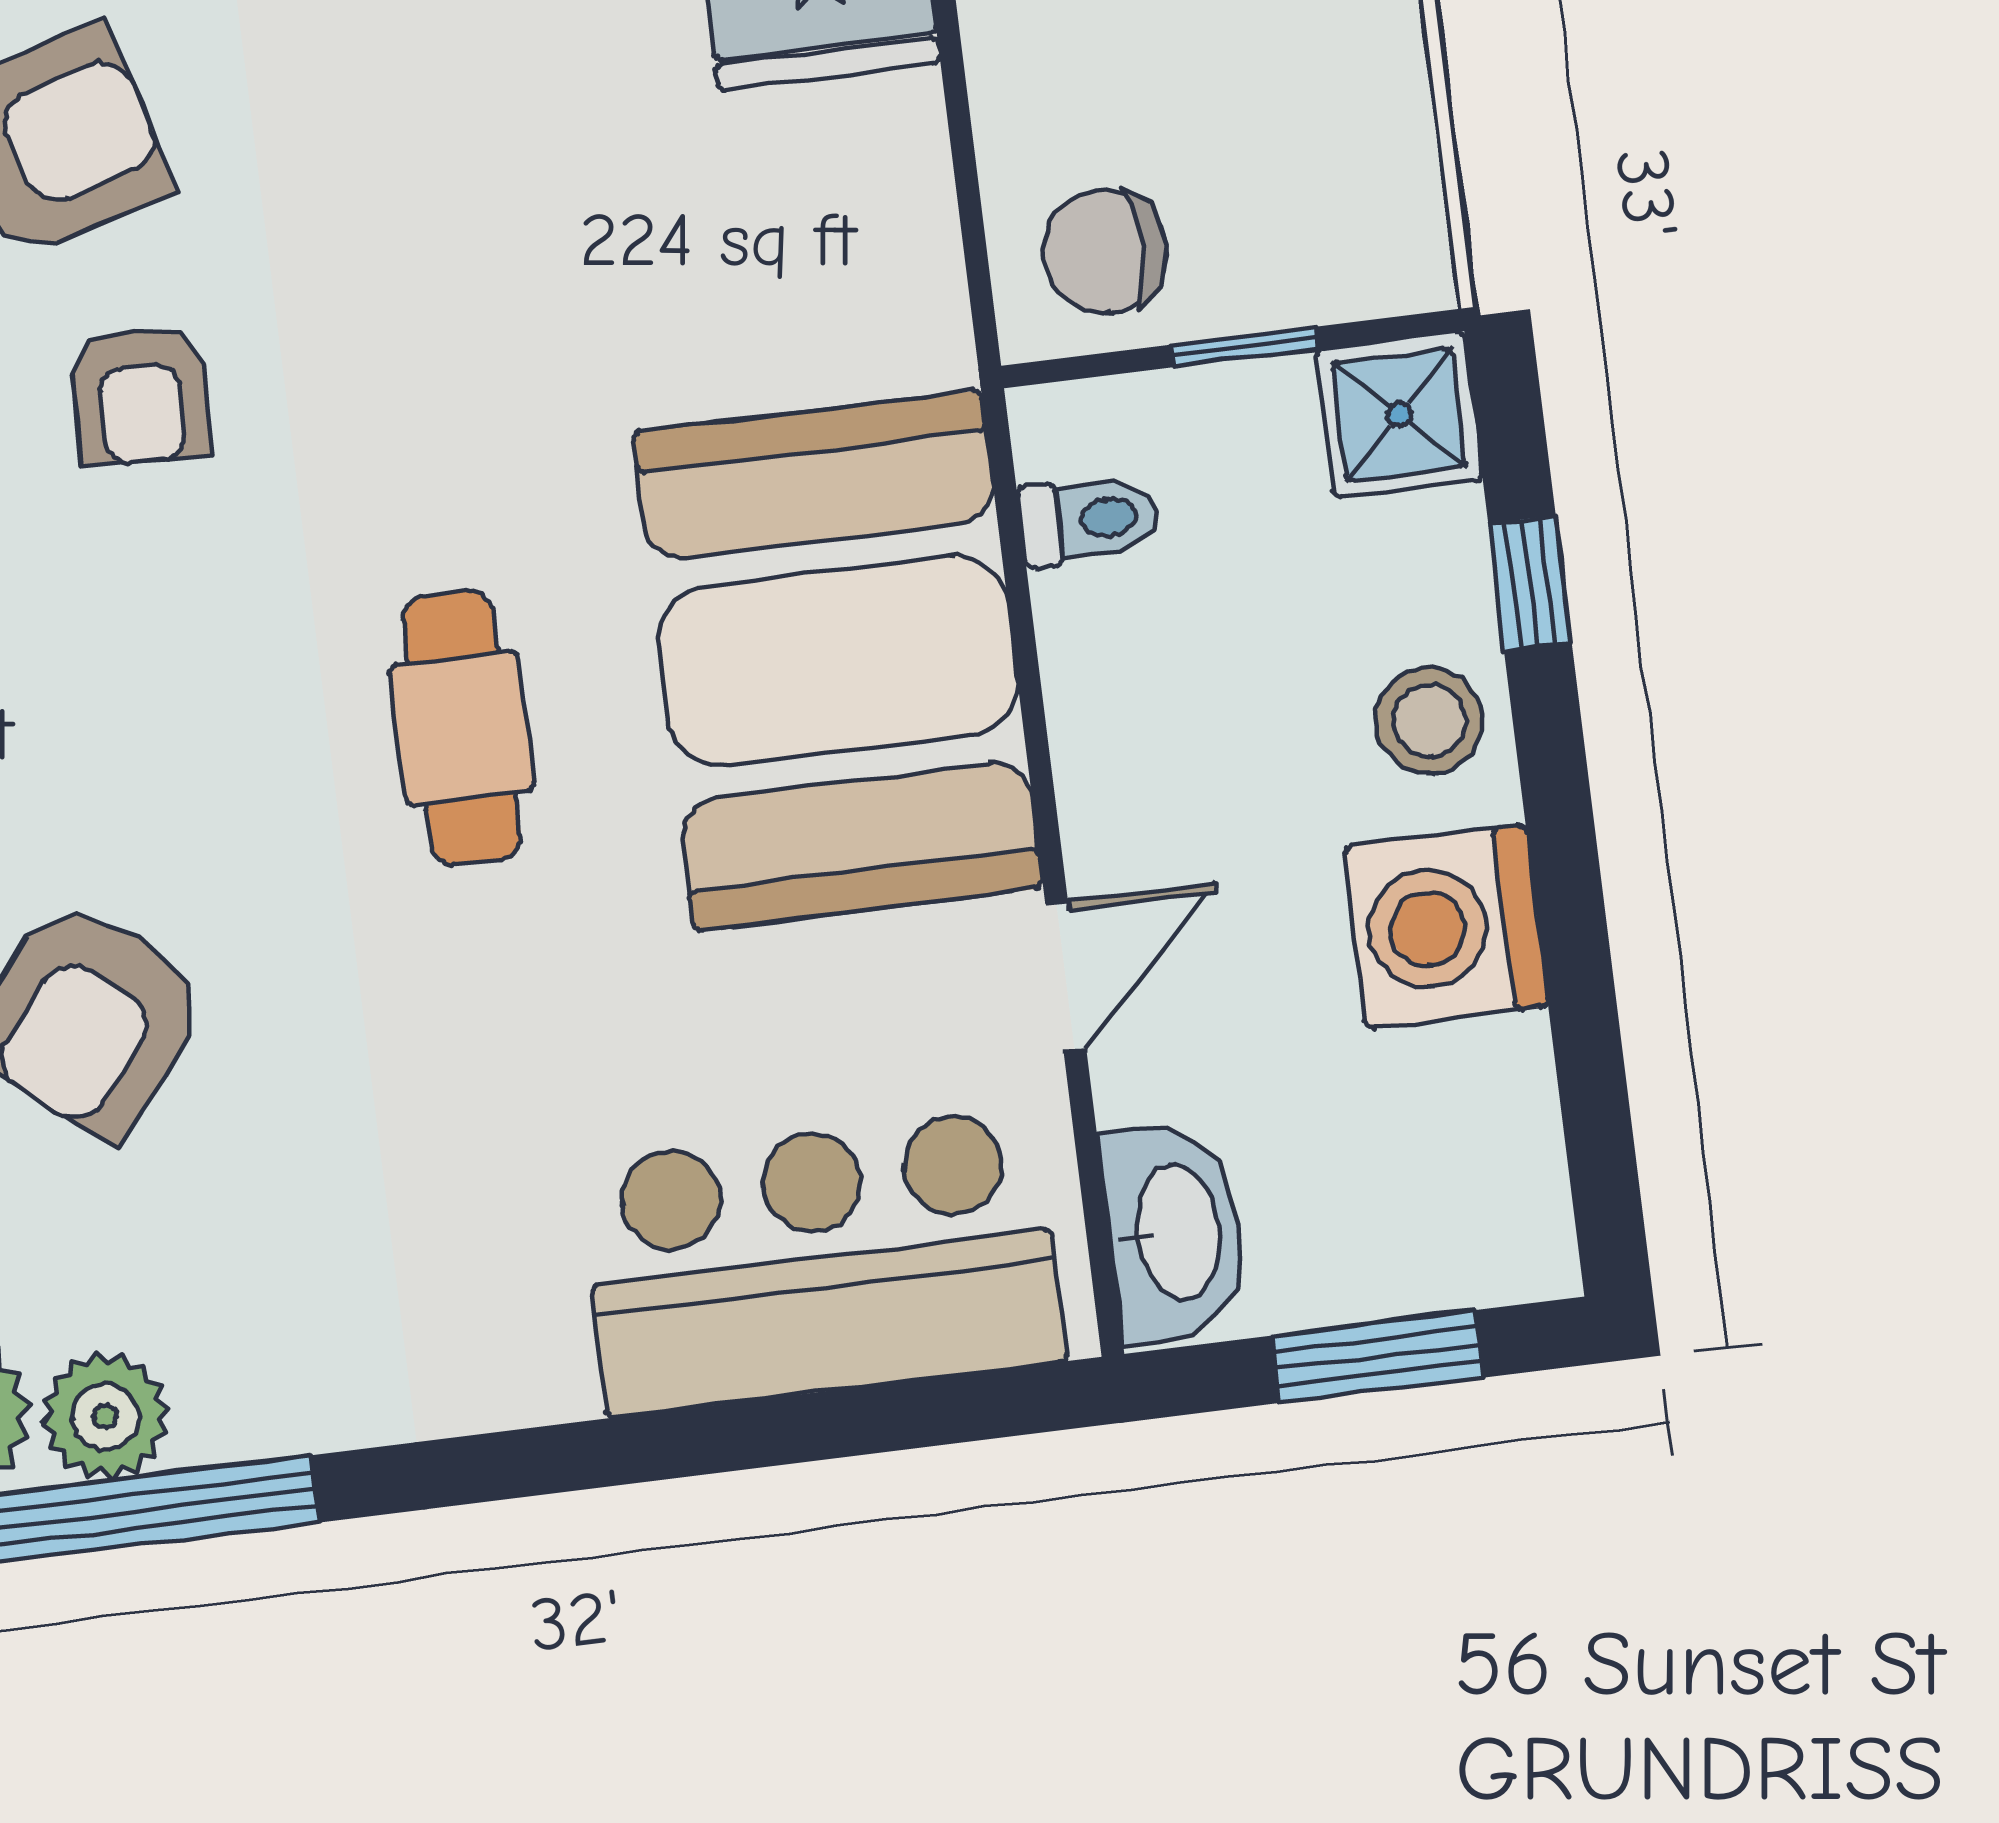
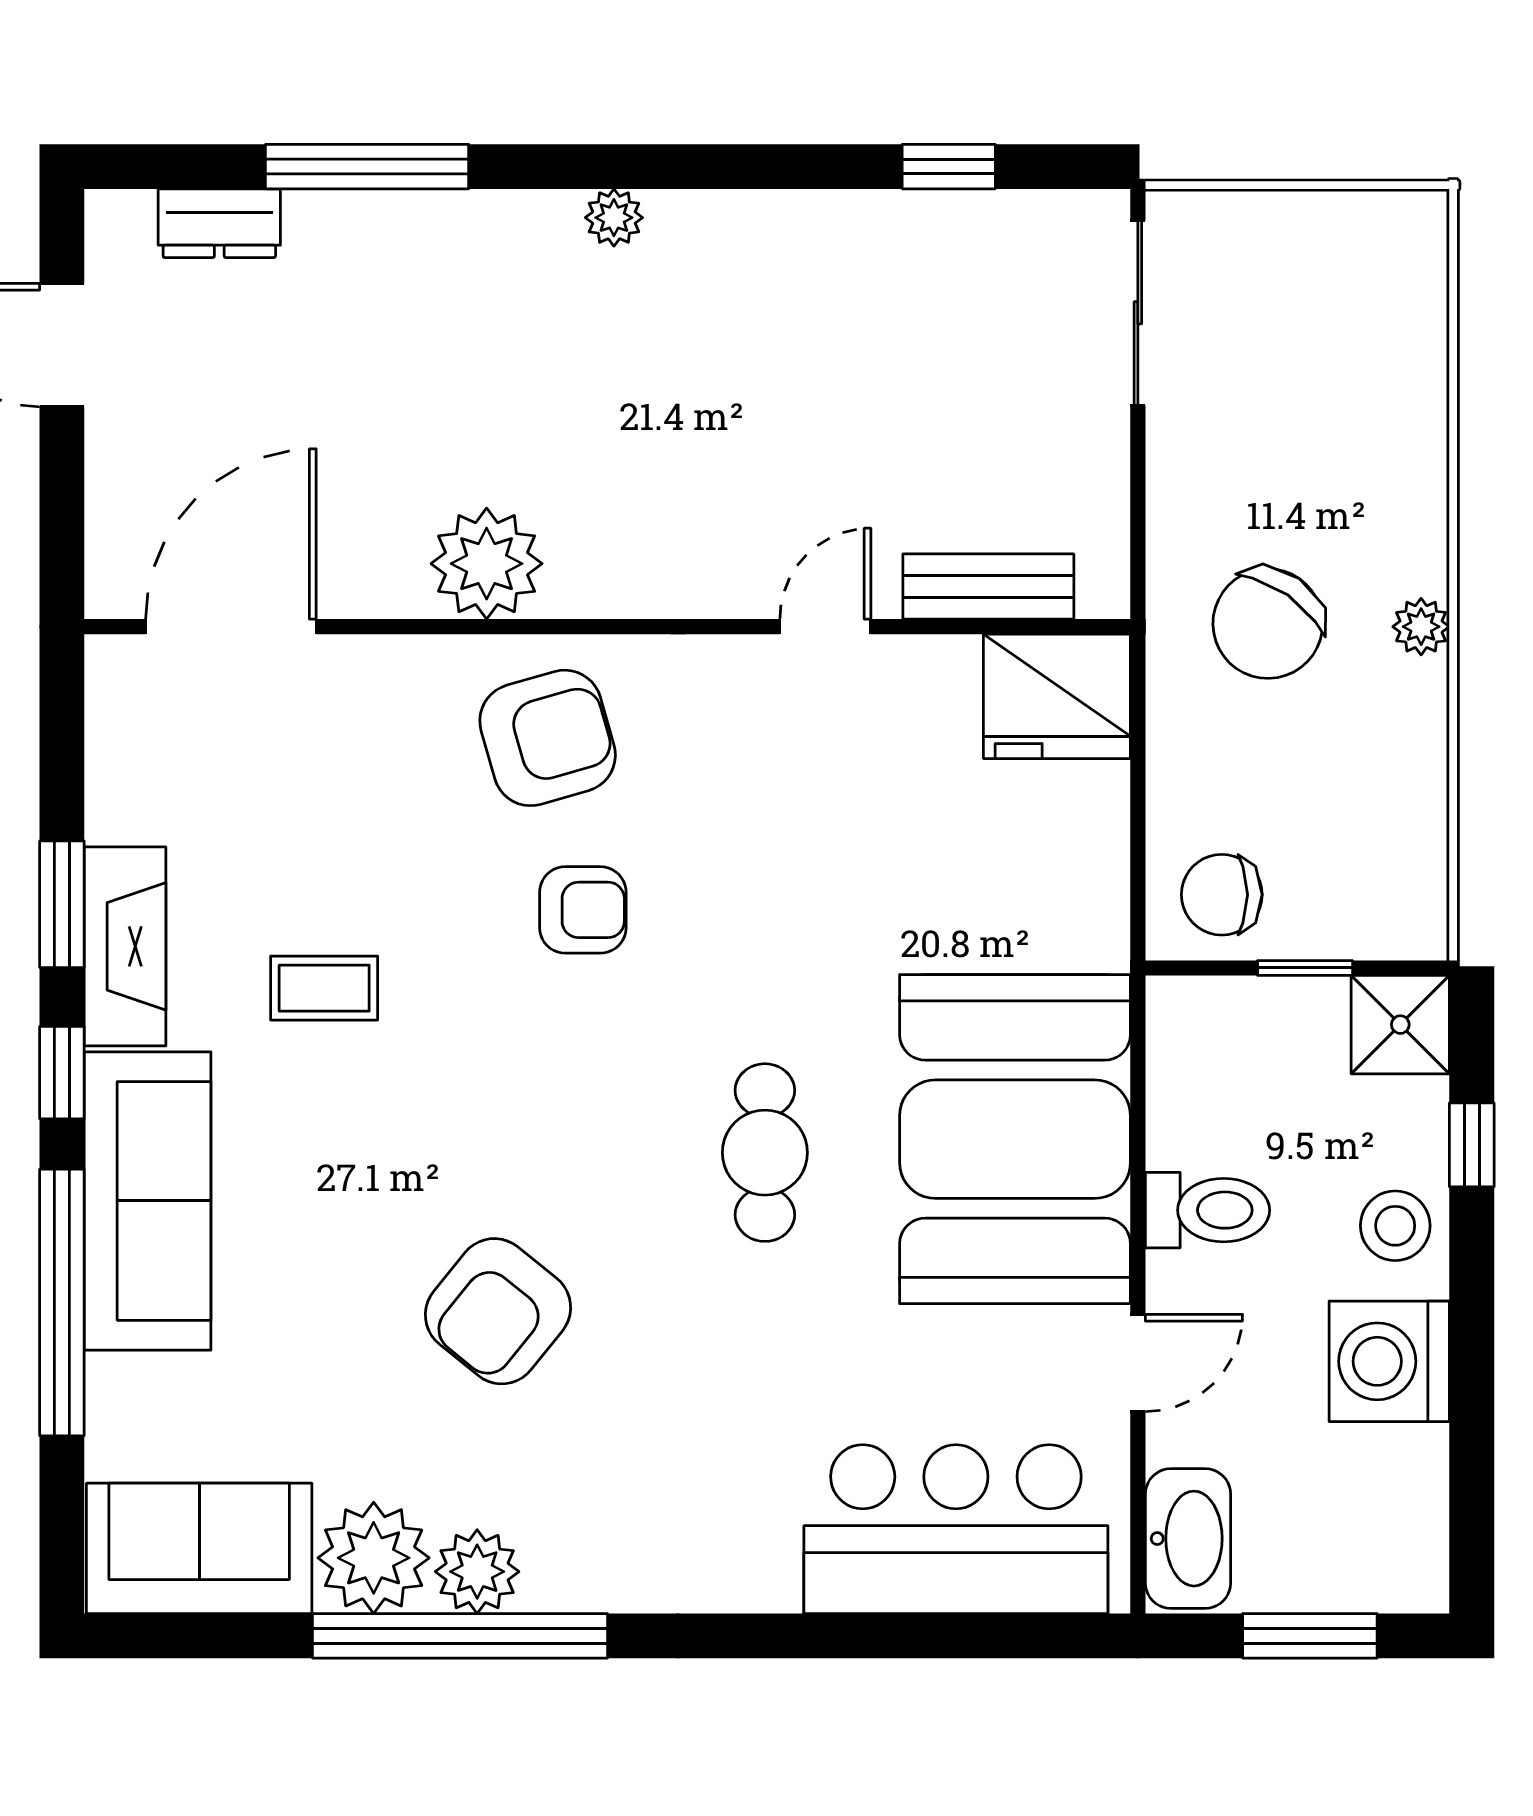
armchair: (141, 395) -> (583, 910), turned -92
toilet: (1089, 520) -> (1207, 1210), moved, width x1.37, depth x1.39

